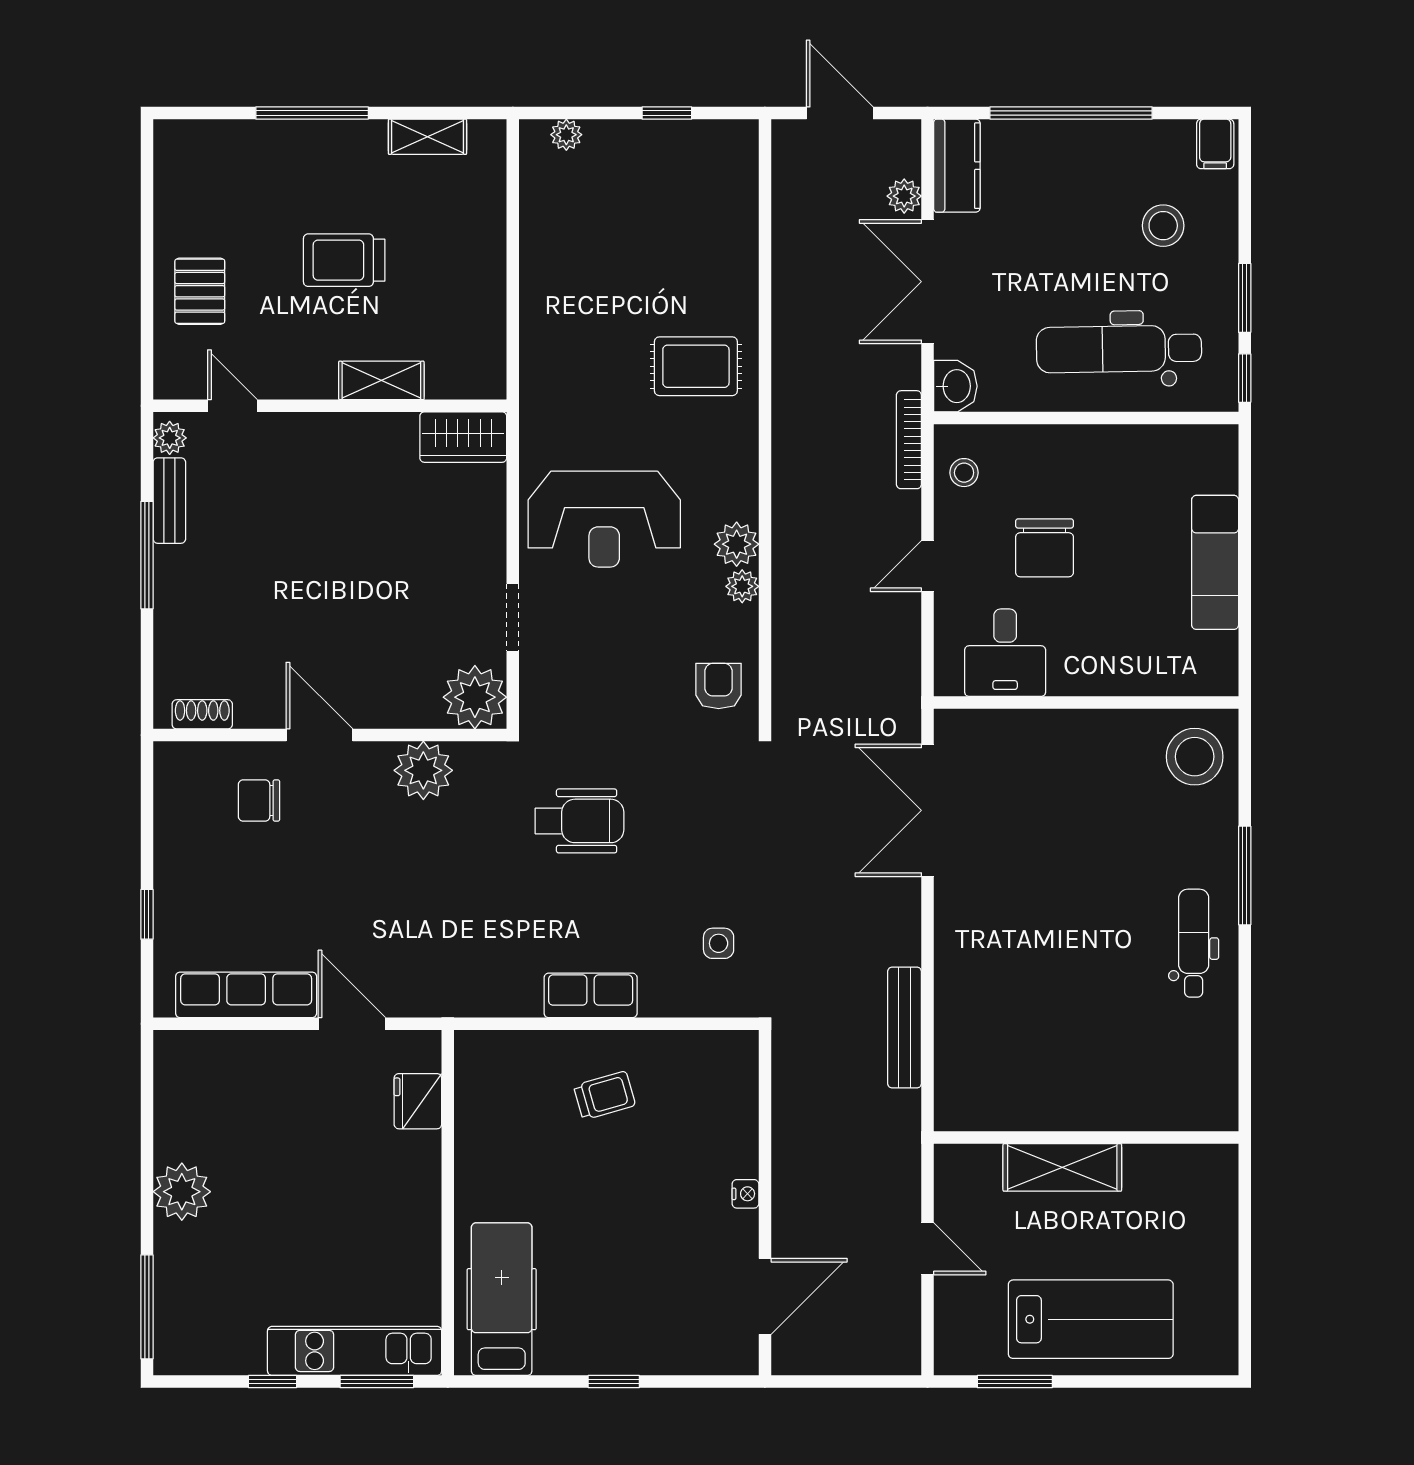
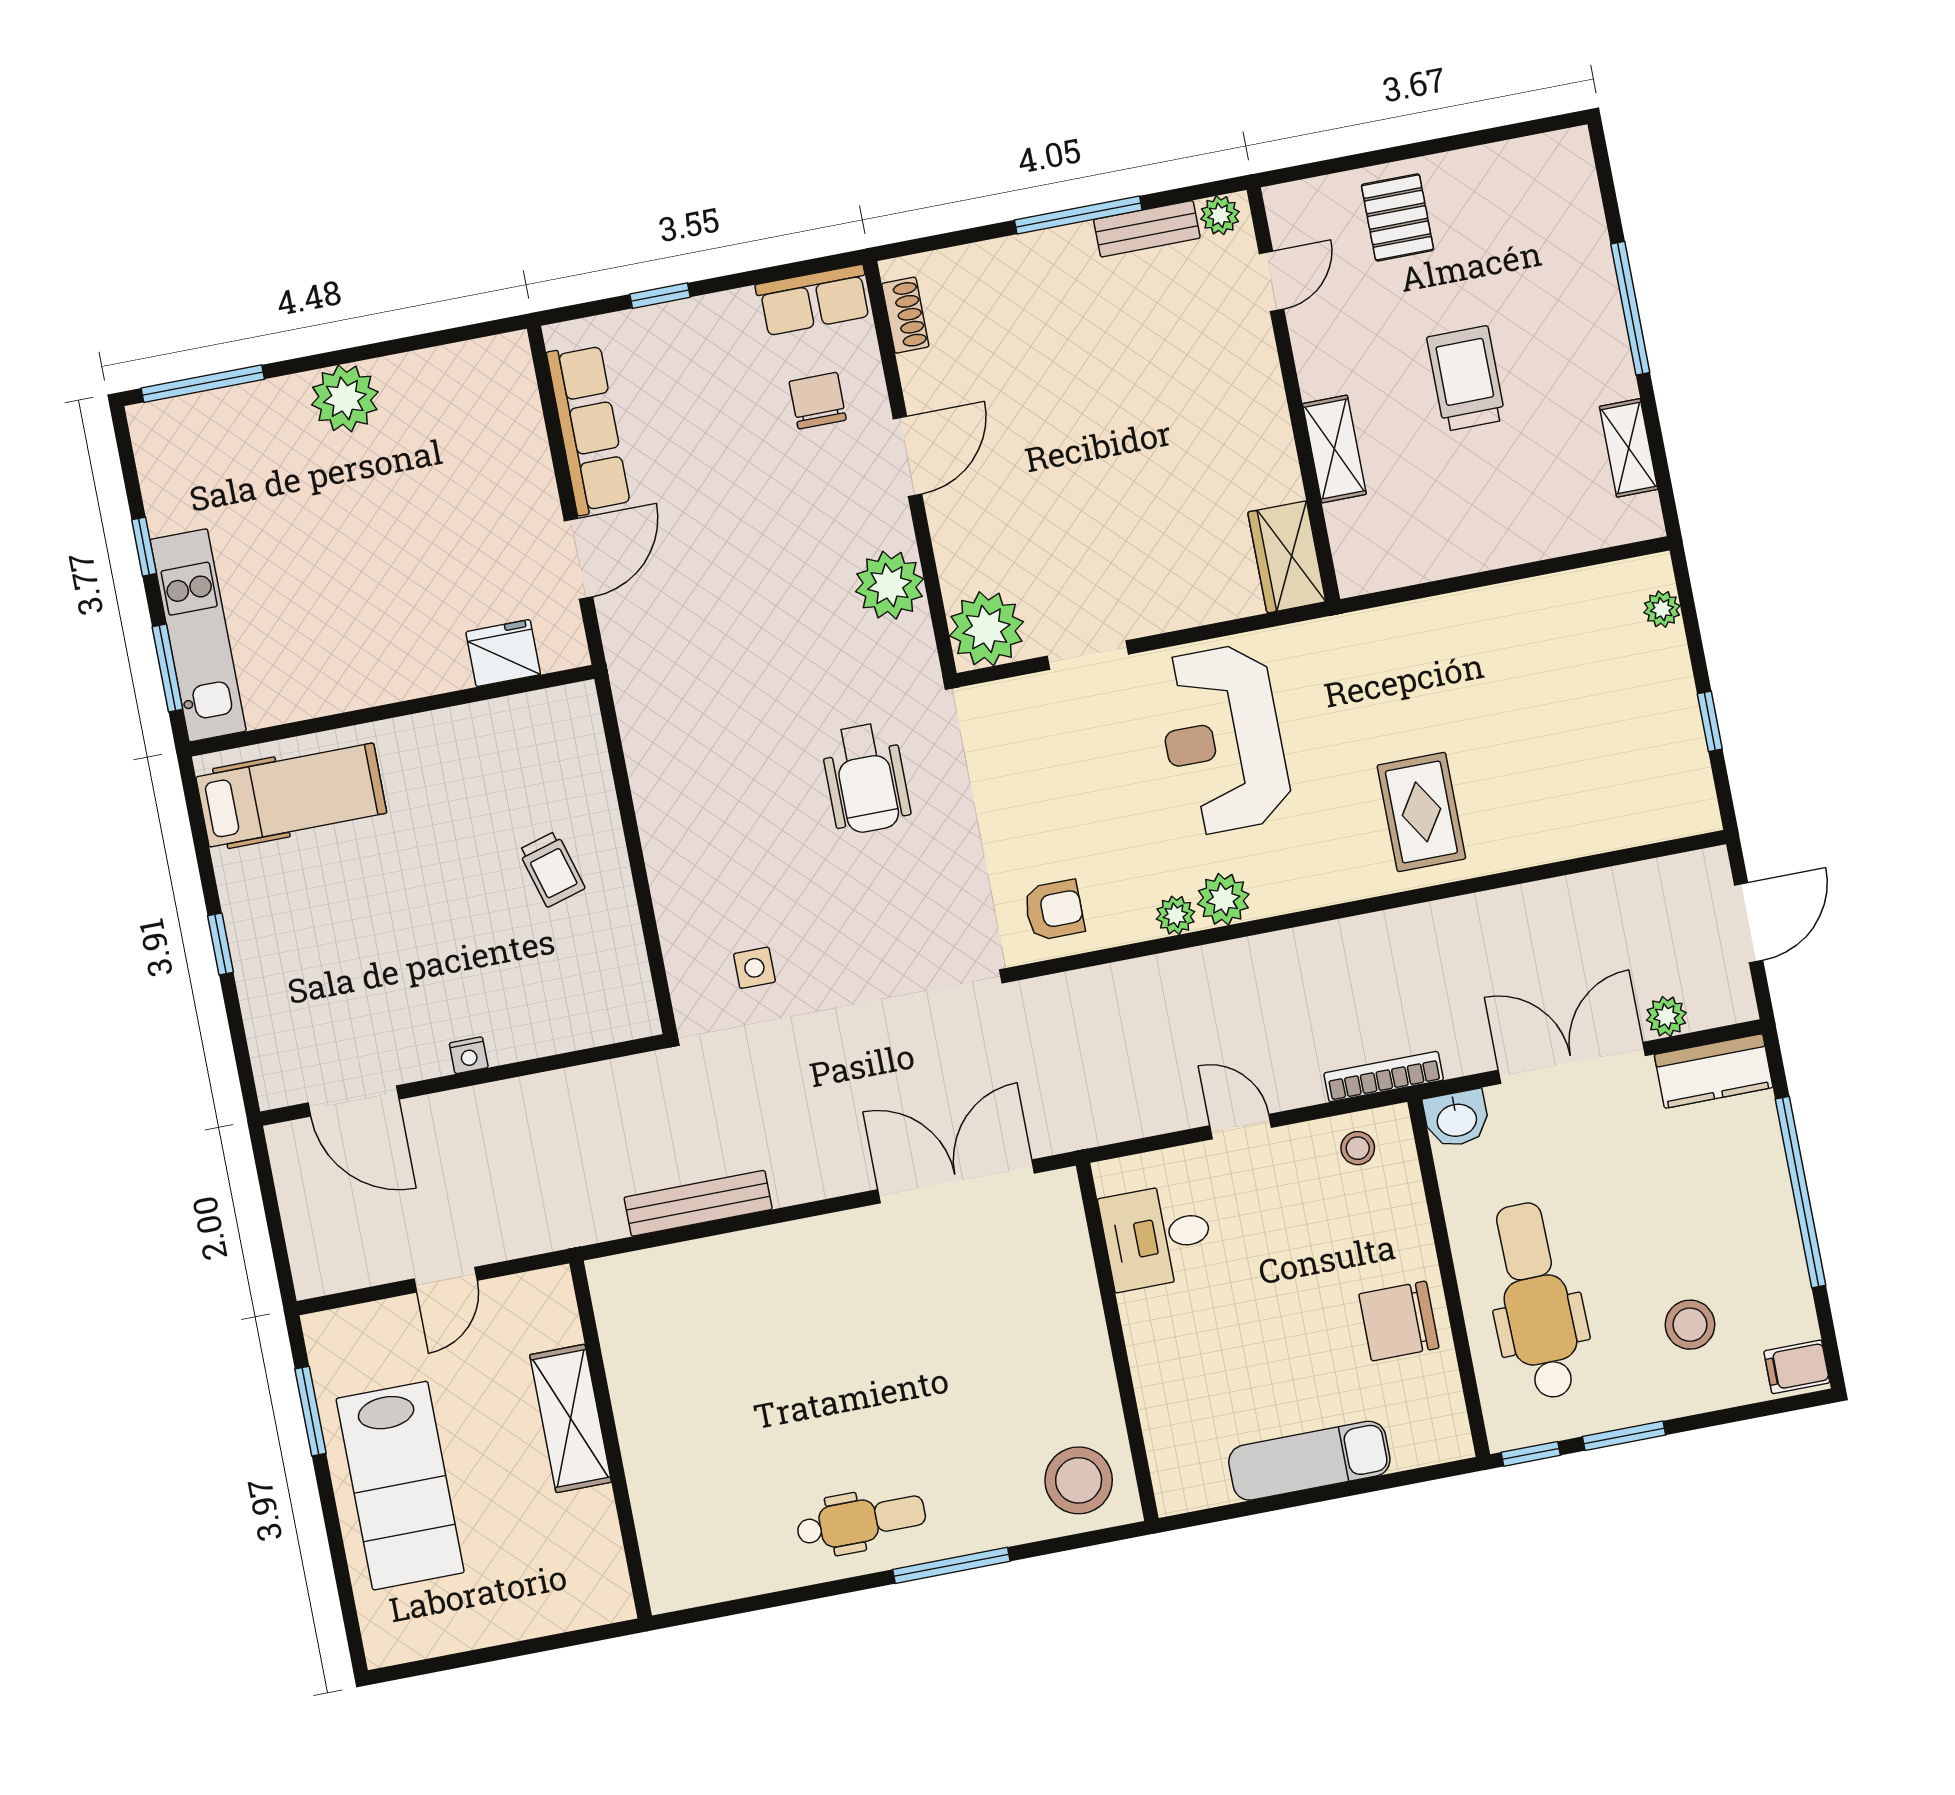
pallet: (200, 291) -> (1397, 217), turned 90
chair: (1045, 548) -> (1399, 1321), moved
row of seats: (591, 995) -> (814, 300), moved, turned 90

